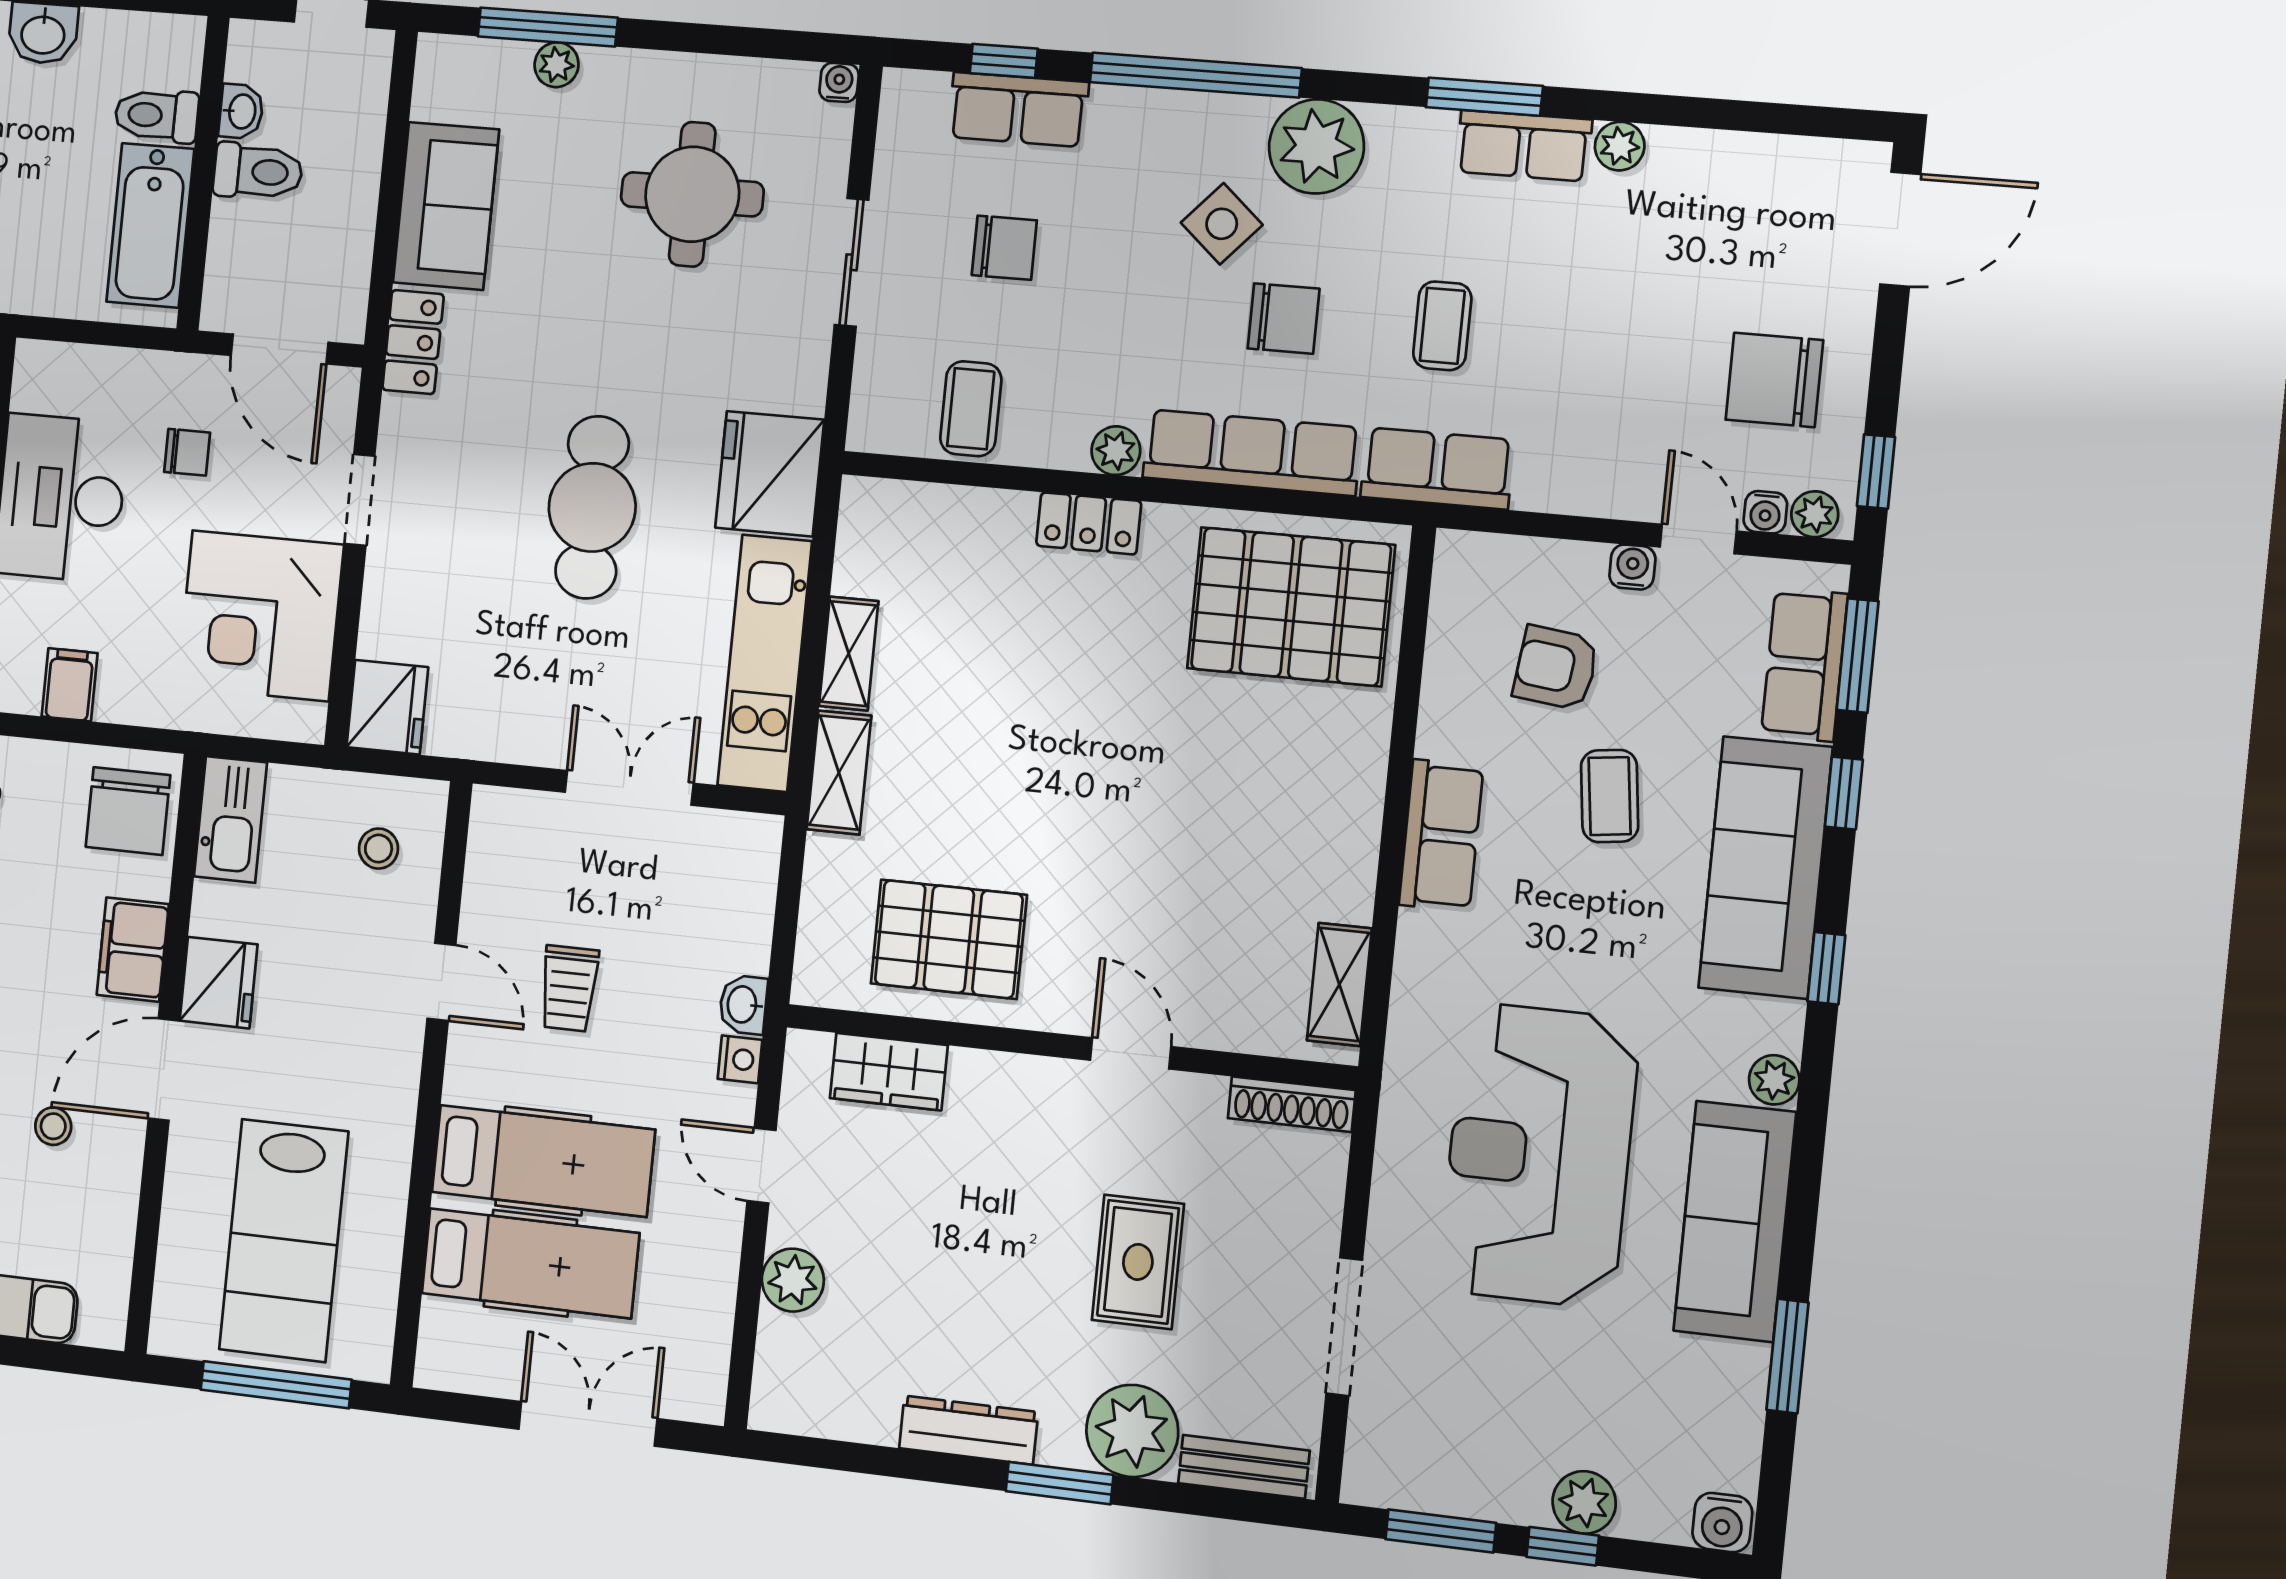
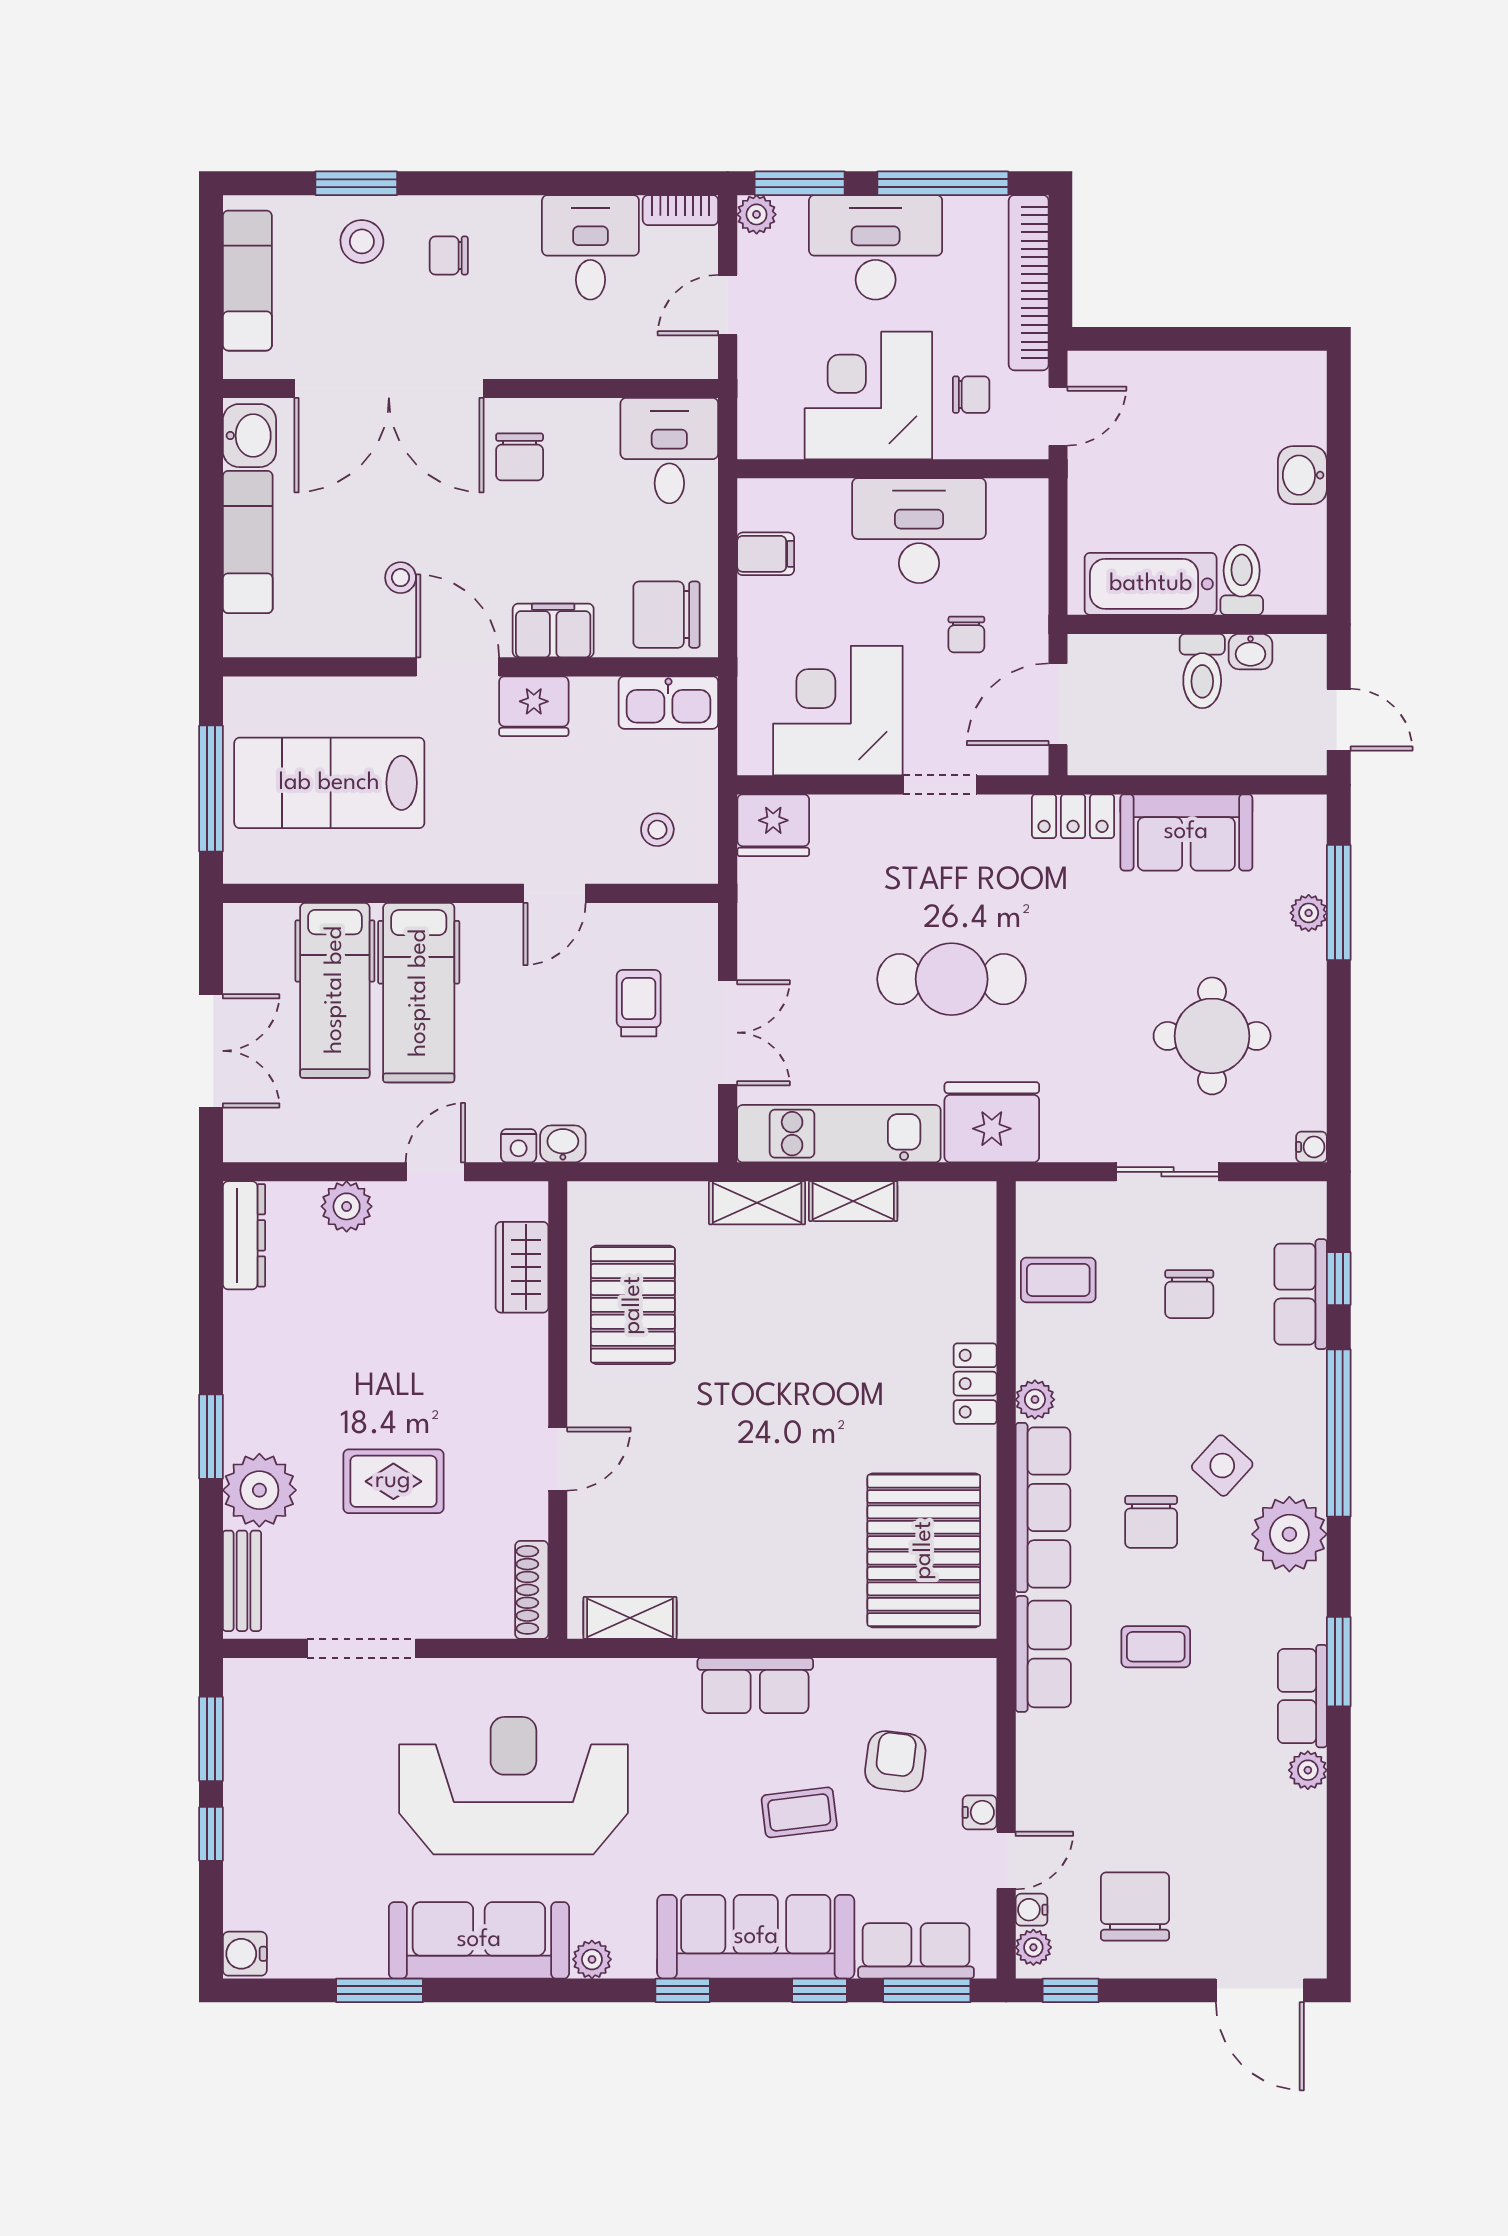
trolley: (569, 988) -> (639, 1003), moved, turned 90
dresser: (969, 1430) -> (244, 1235), moved
plant: (1584, 1502) -> (247, 1847), removed

